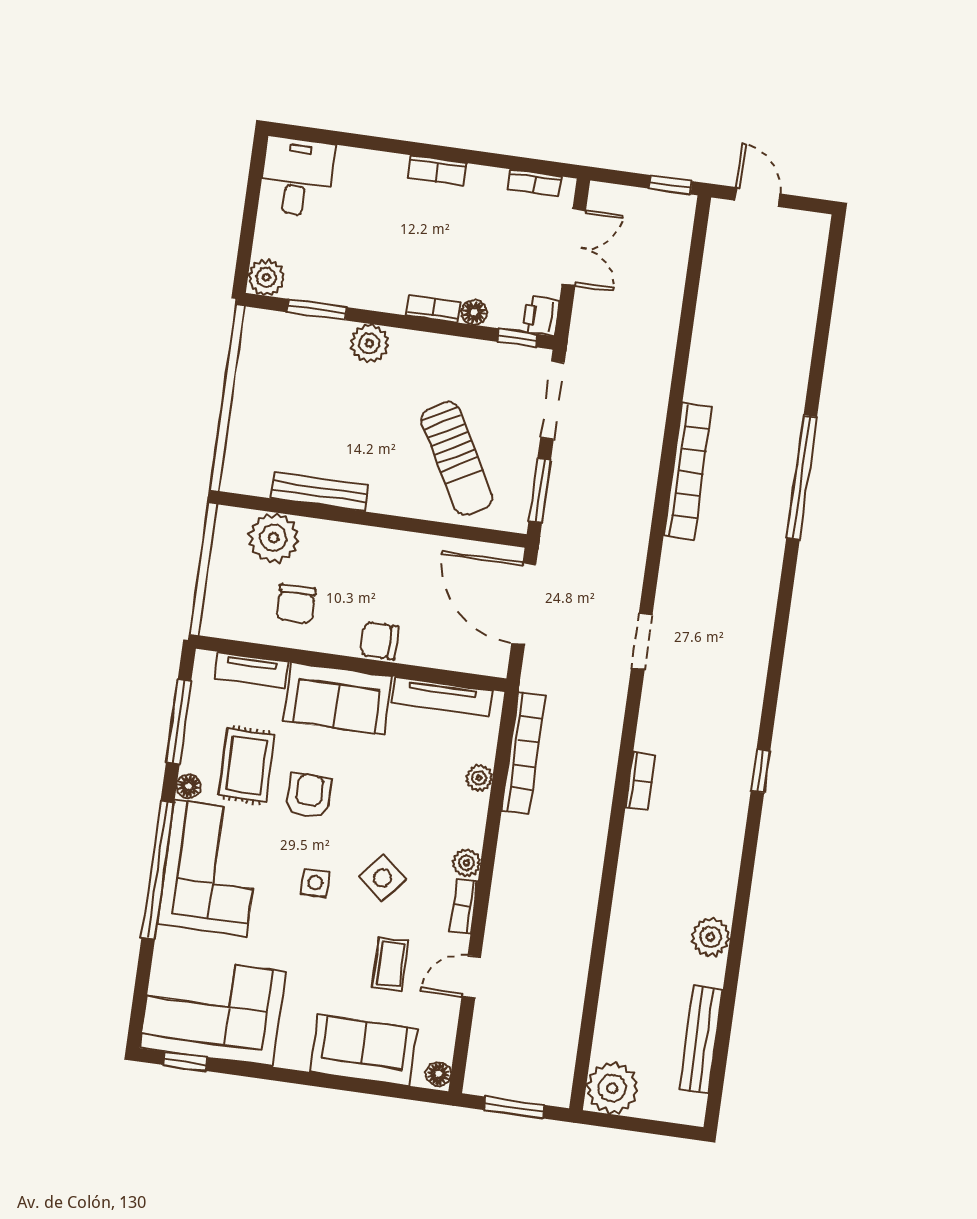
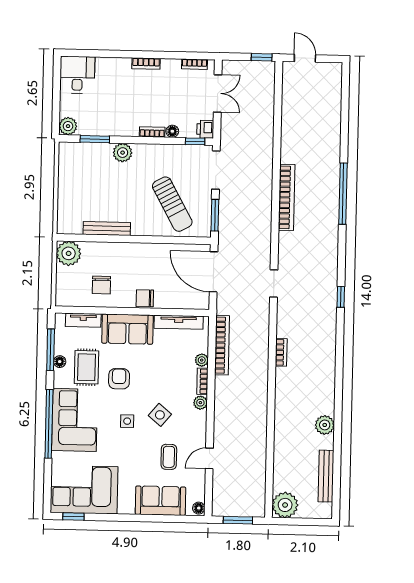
plant: (273, 538) -> (69, 253), moved
window: (760, 771) -> (341, 297), moved
floor lamp: (189, 786) -> (60, 362), moved
bookcase: (464, 906) -> (202, 381), moved

